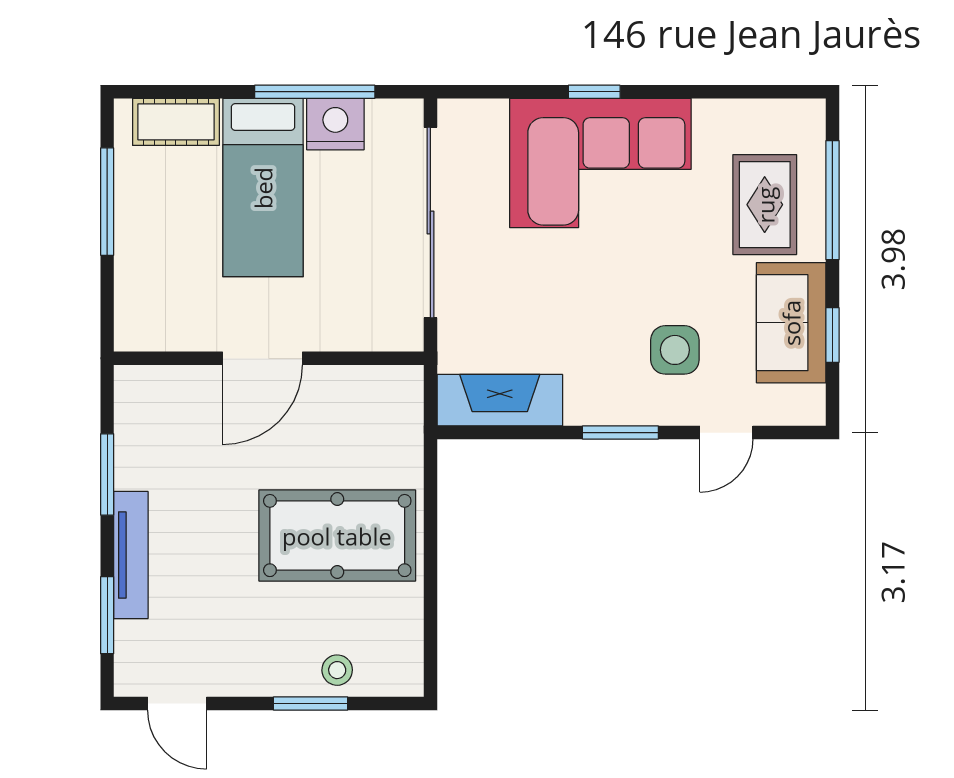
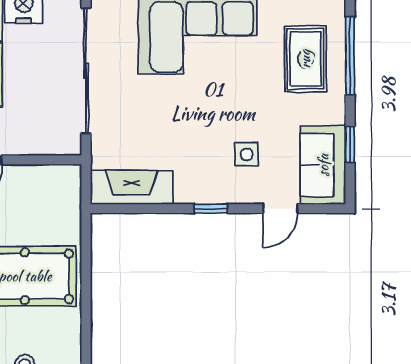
sofa: (791, 323) -> (323, 165), moved
side table: (675, 350) -> (246, 154), width x0.73, depth x0.73
window: (620, 433) -> (211, 209), width x0.67

